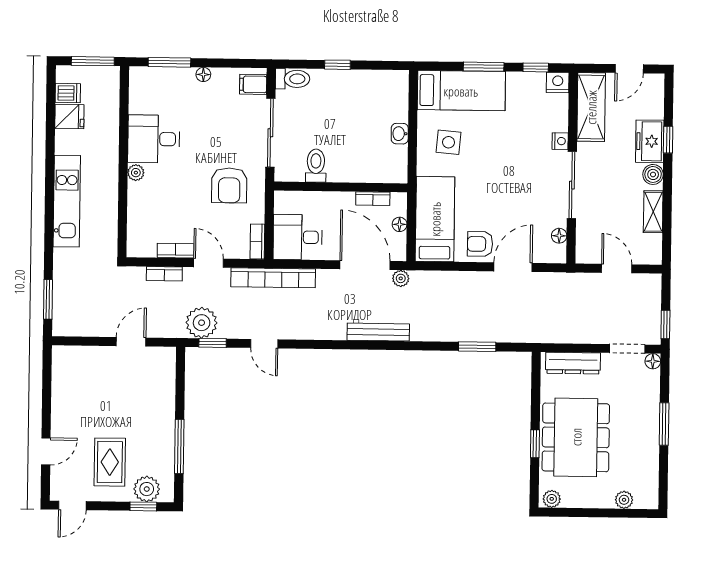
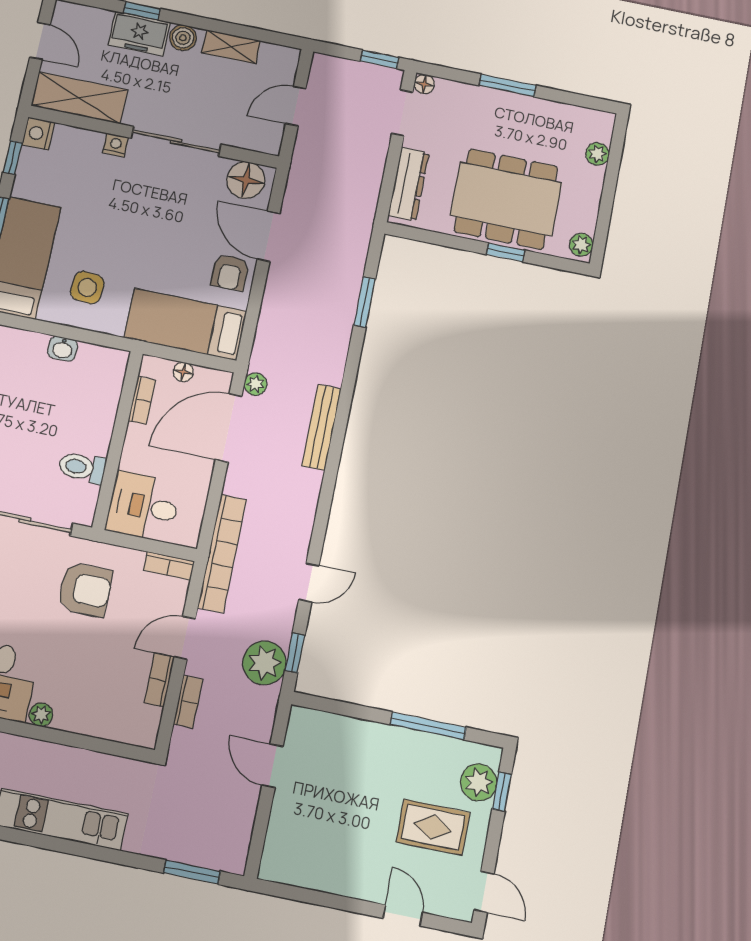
floor lamp: (559, 236) -> (246, 180), width x1.89, depth x1.89
desk: (298, 237) -> (144, 506), moved, turned 90

